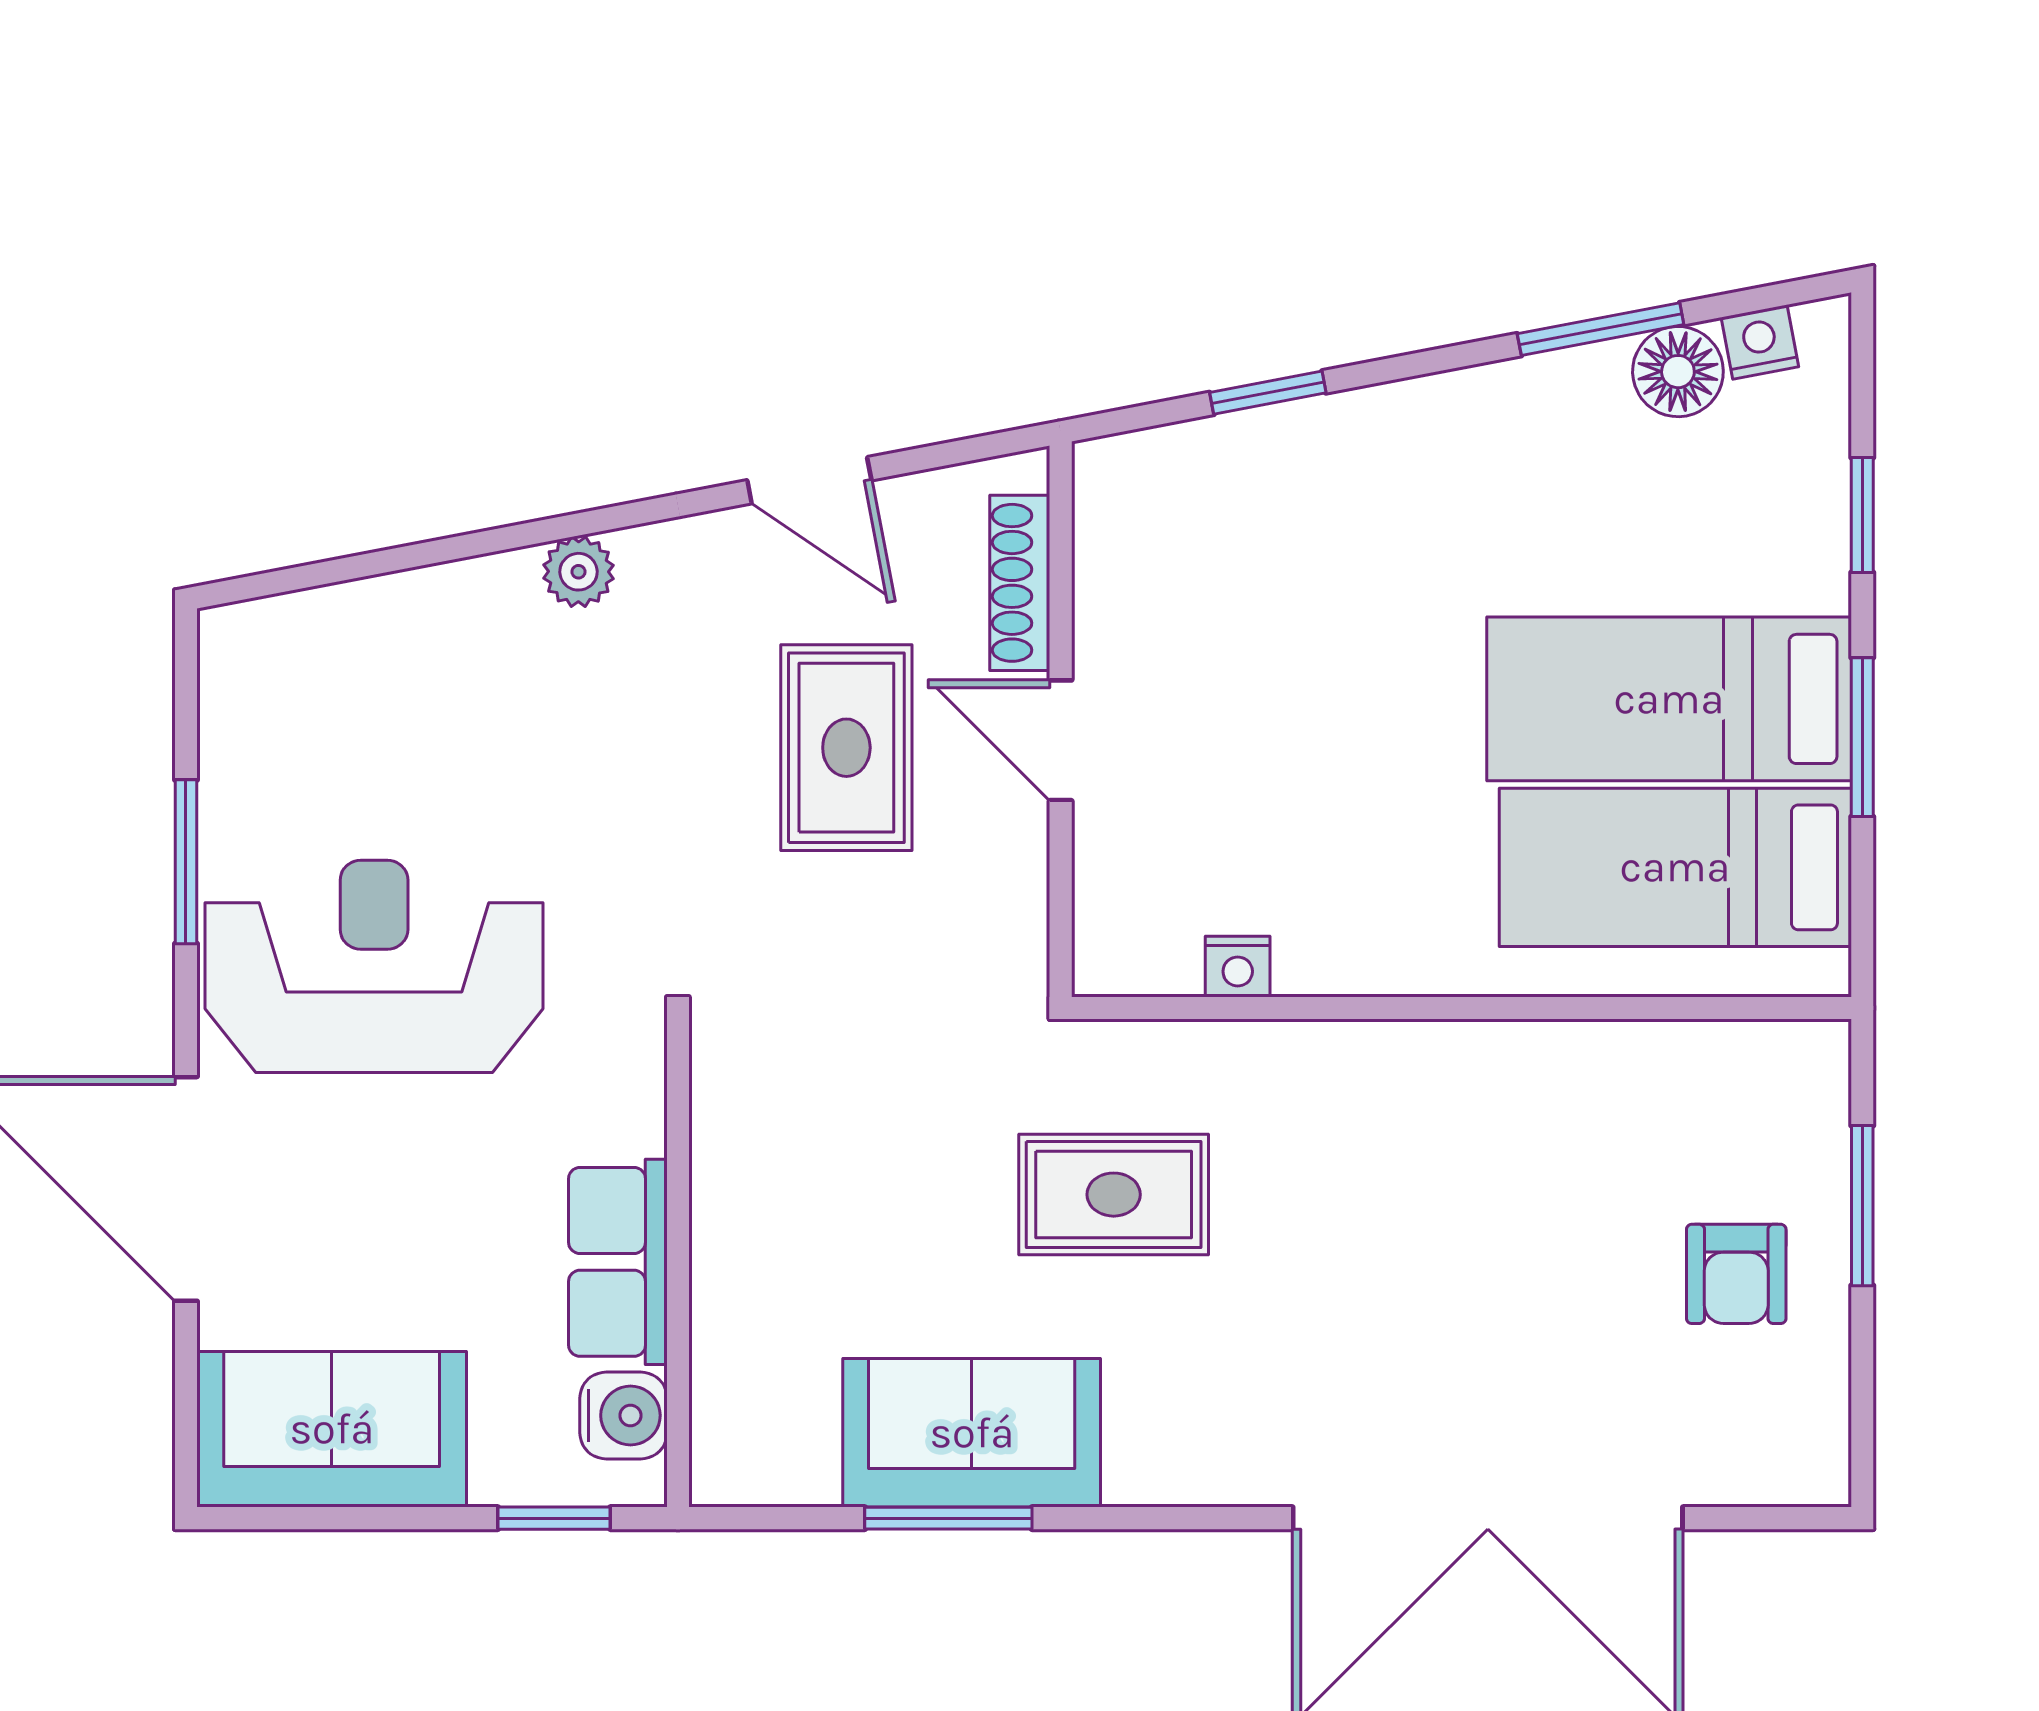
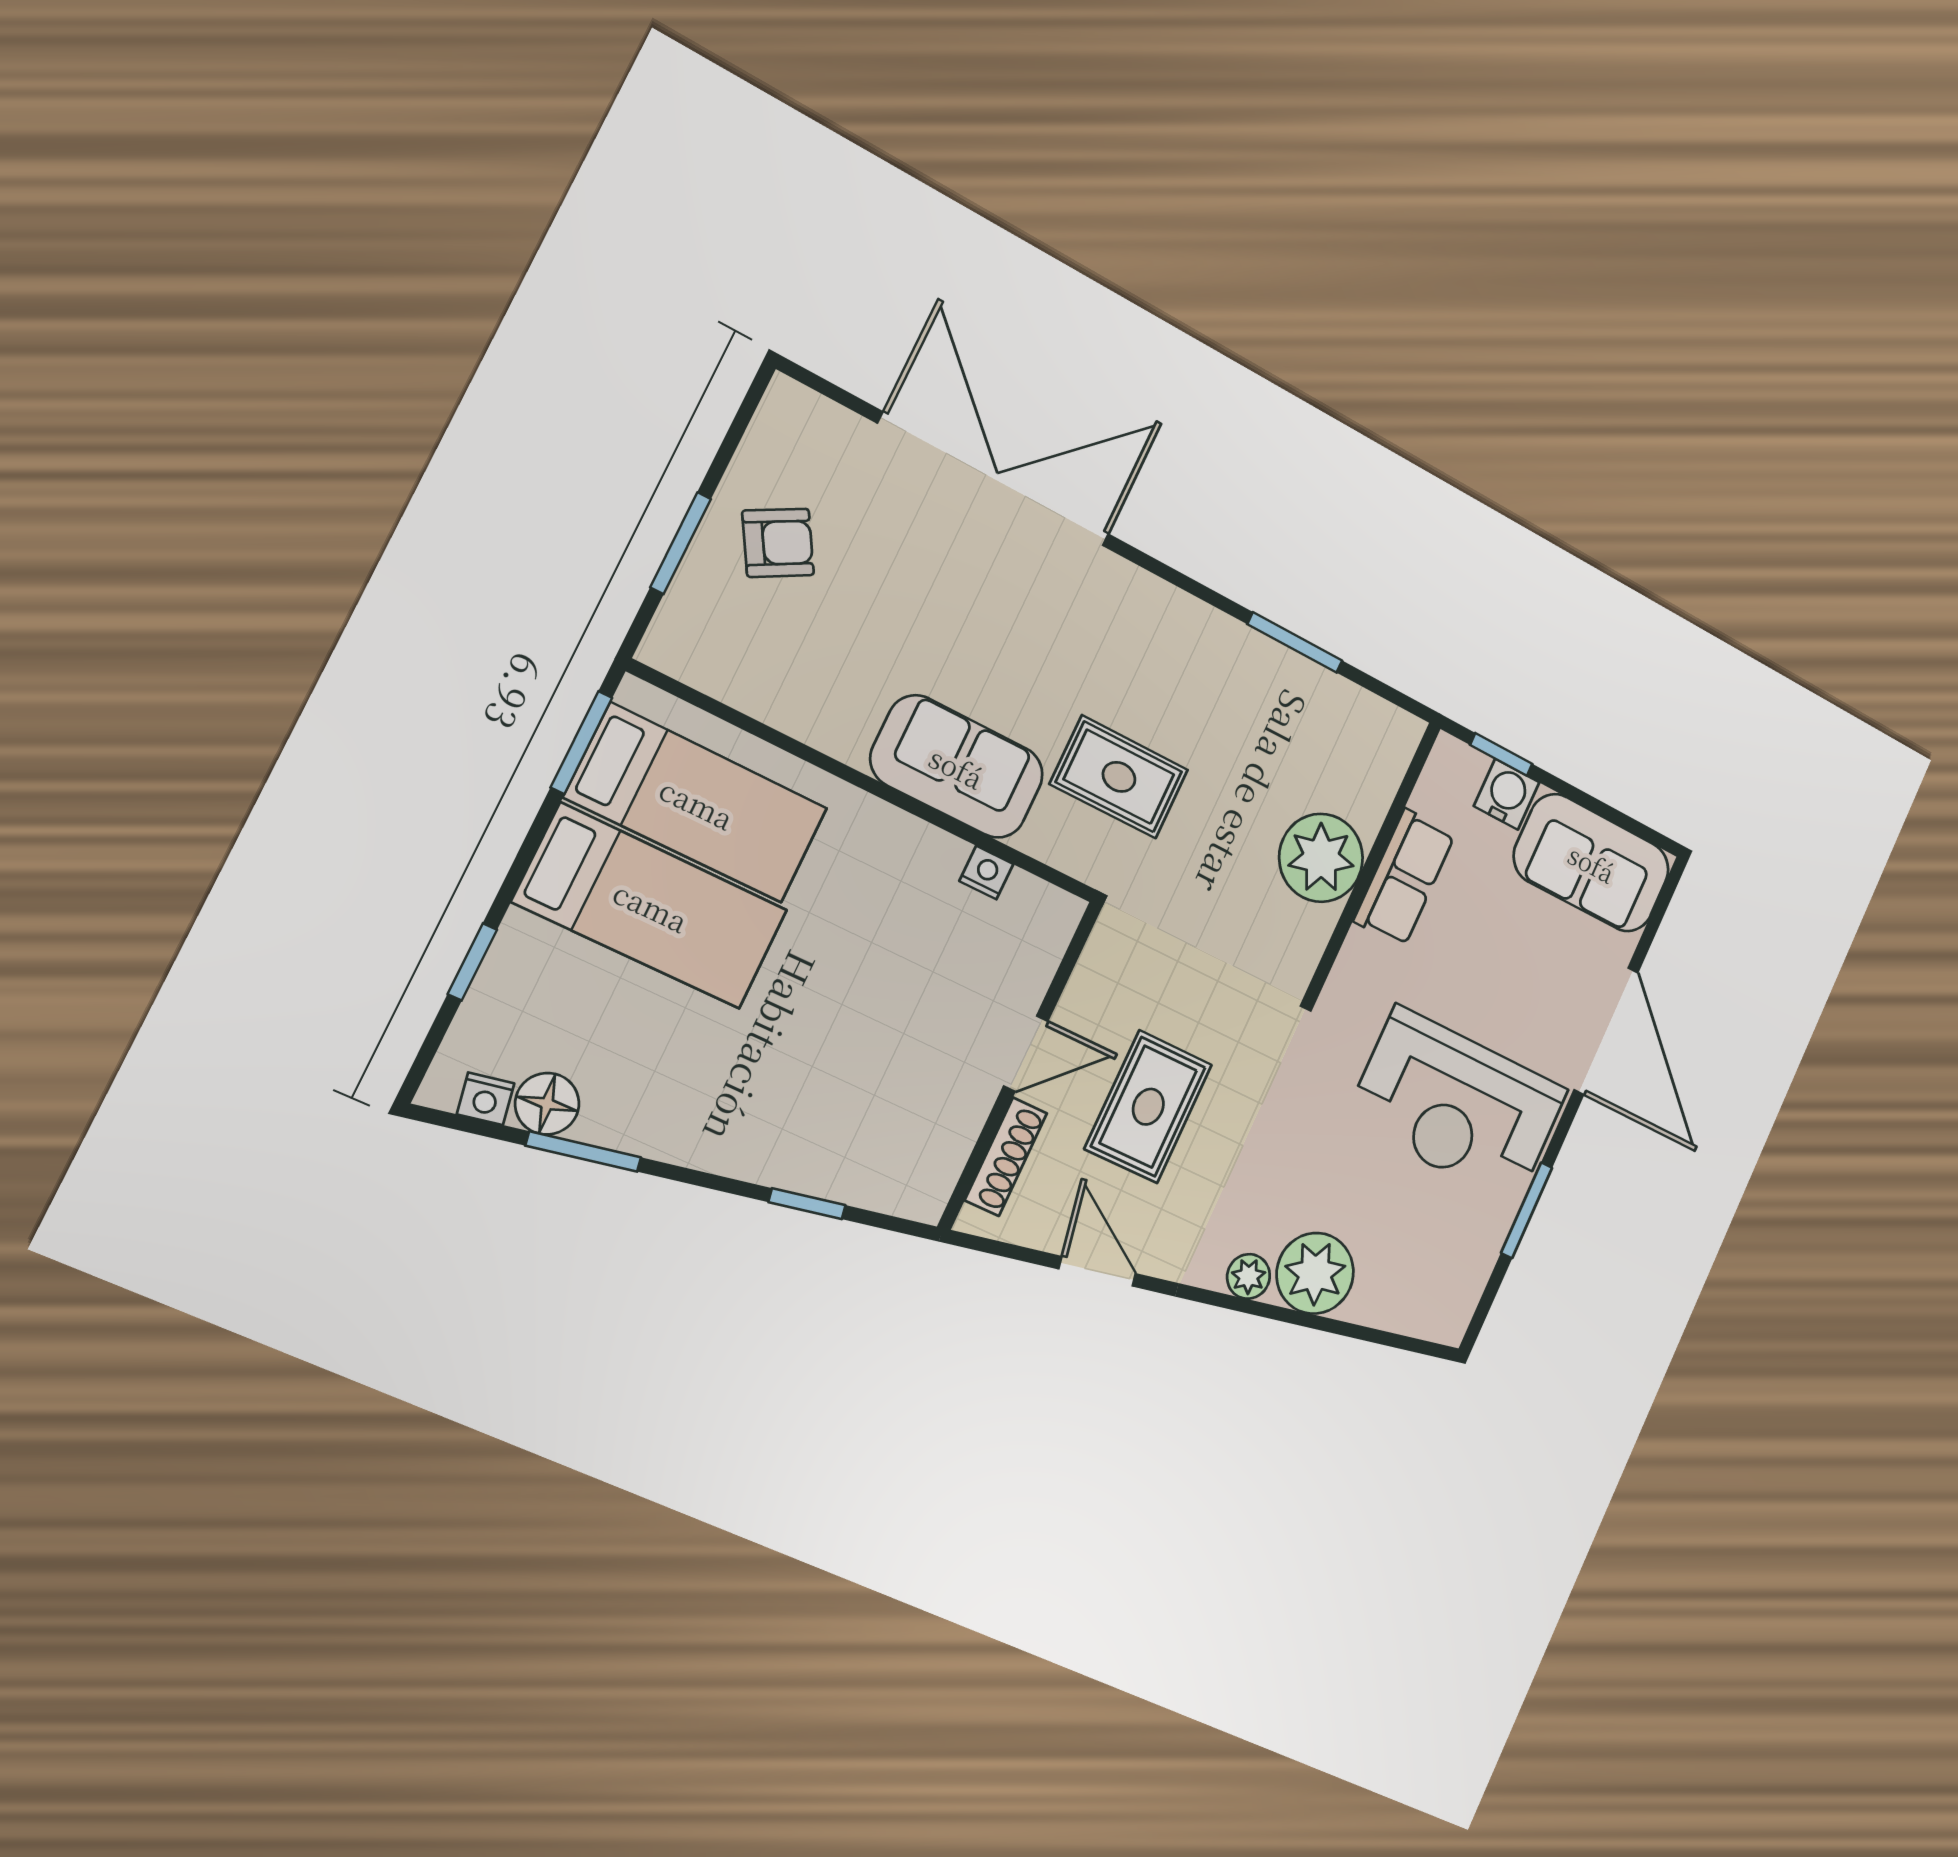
plant: (478, 621) -> (1315, 1273), added
window: (1862, 737) -> (581, 743), moved
door: (1061, 740) -> (1026, 1054), hinge flipped
plant: (759, 1228) -> (1321, 858), added
armchair: (1736, 1274) -> (778, 543), turned 60
water cooler: (623, 1415) -> (1507, 794), moved, turned 90
sofa: (972, 1433) -> (957, 767), moved, turned 180

